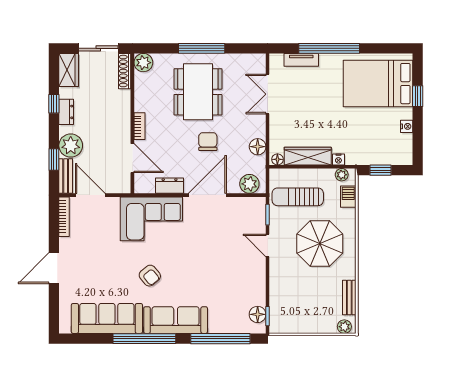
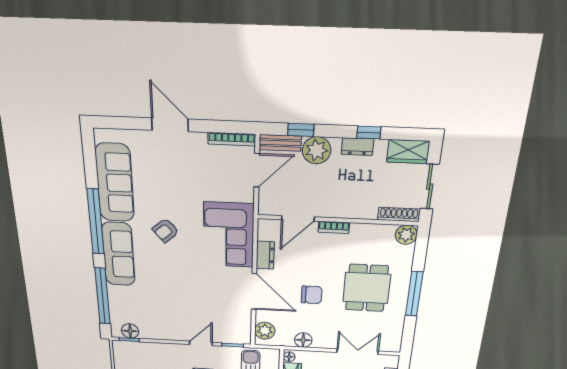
dining table: (198, 92) -> (367, 288), width x0.73

